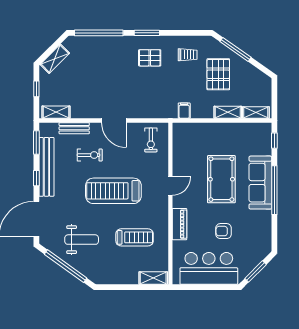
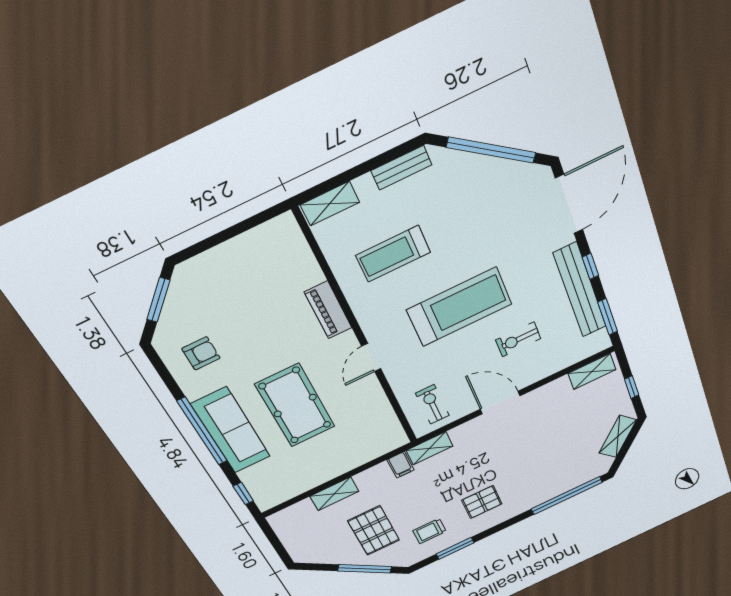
window: (147, 33) -> (455, 548), moved
shelving: (256, 112) -> (430, 448), moved
bench: (74, 128) -> (401, 168), moved
armchair: (224, 231) -> (201, 353), moved
weight bench: (82, 240) -> (481, 207), removed
bar counter: (209, 268) -> (242, 266), removed

